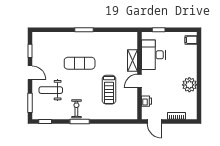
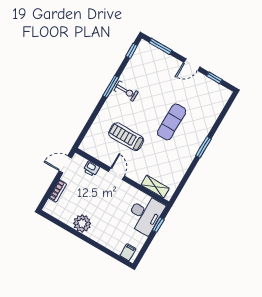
desk: (153, 55) -> (145, 214), moved, turned 90
shelving: (133, 61) -> (155, 187), moved
weight bench: (51, 90) -> (161, 76), removed

